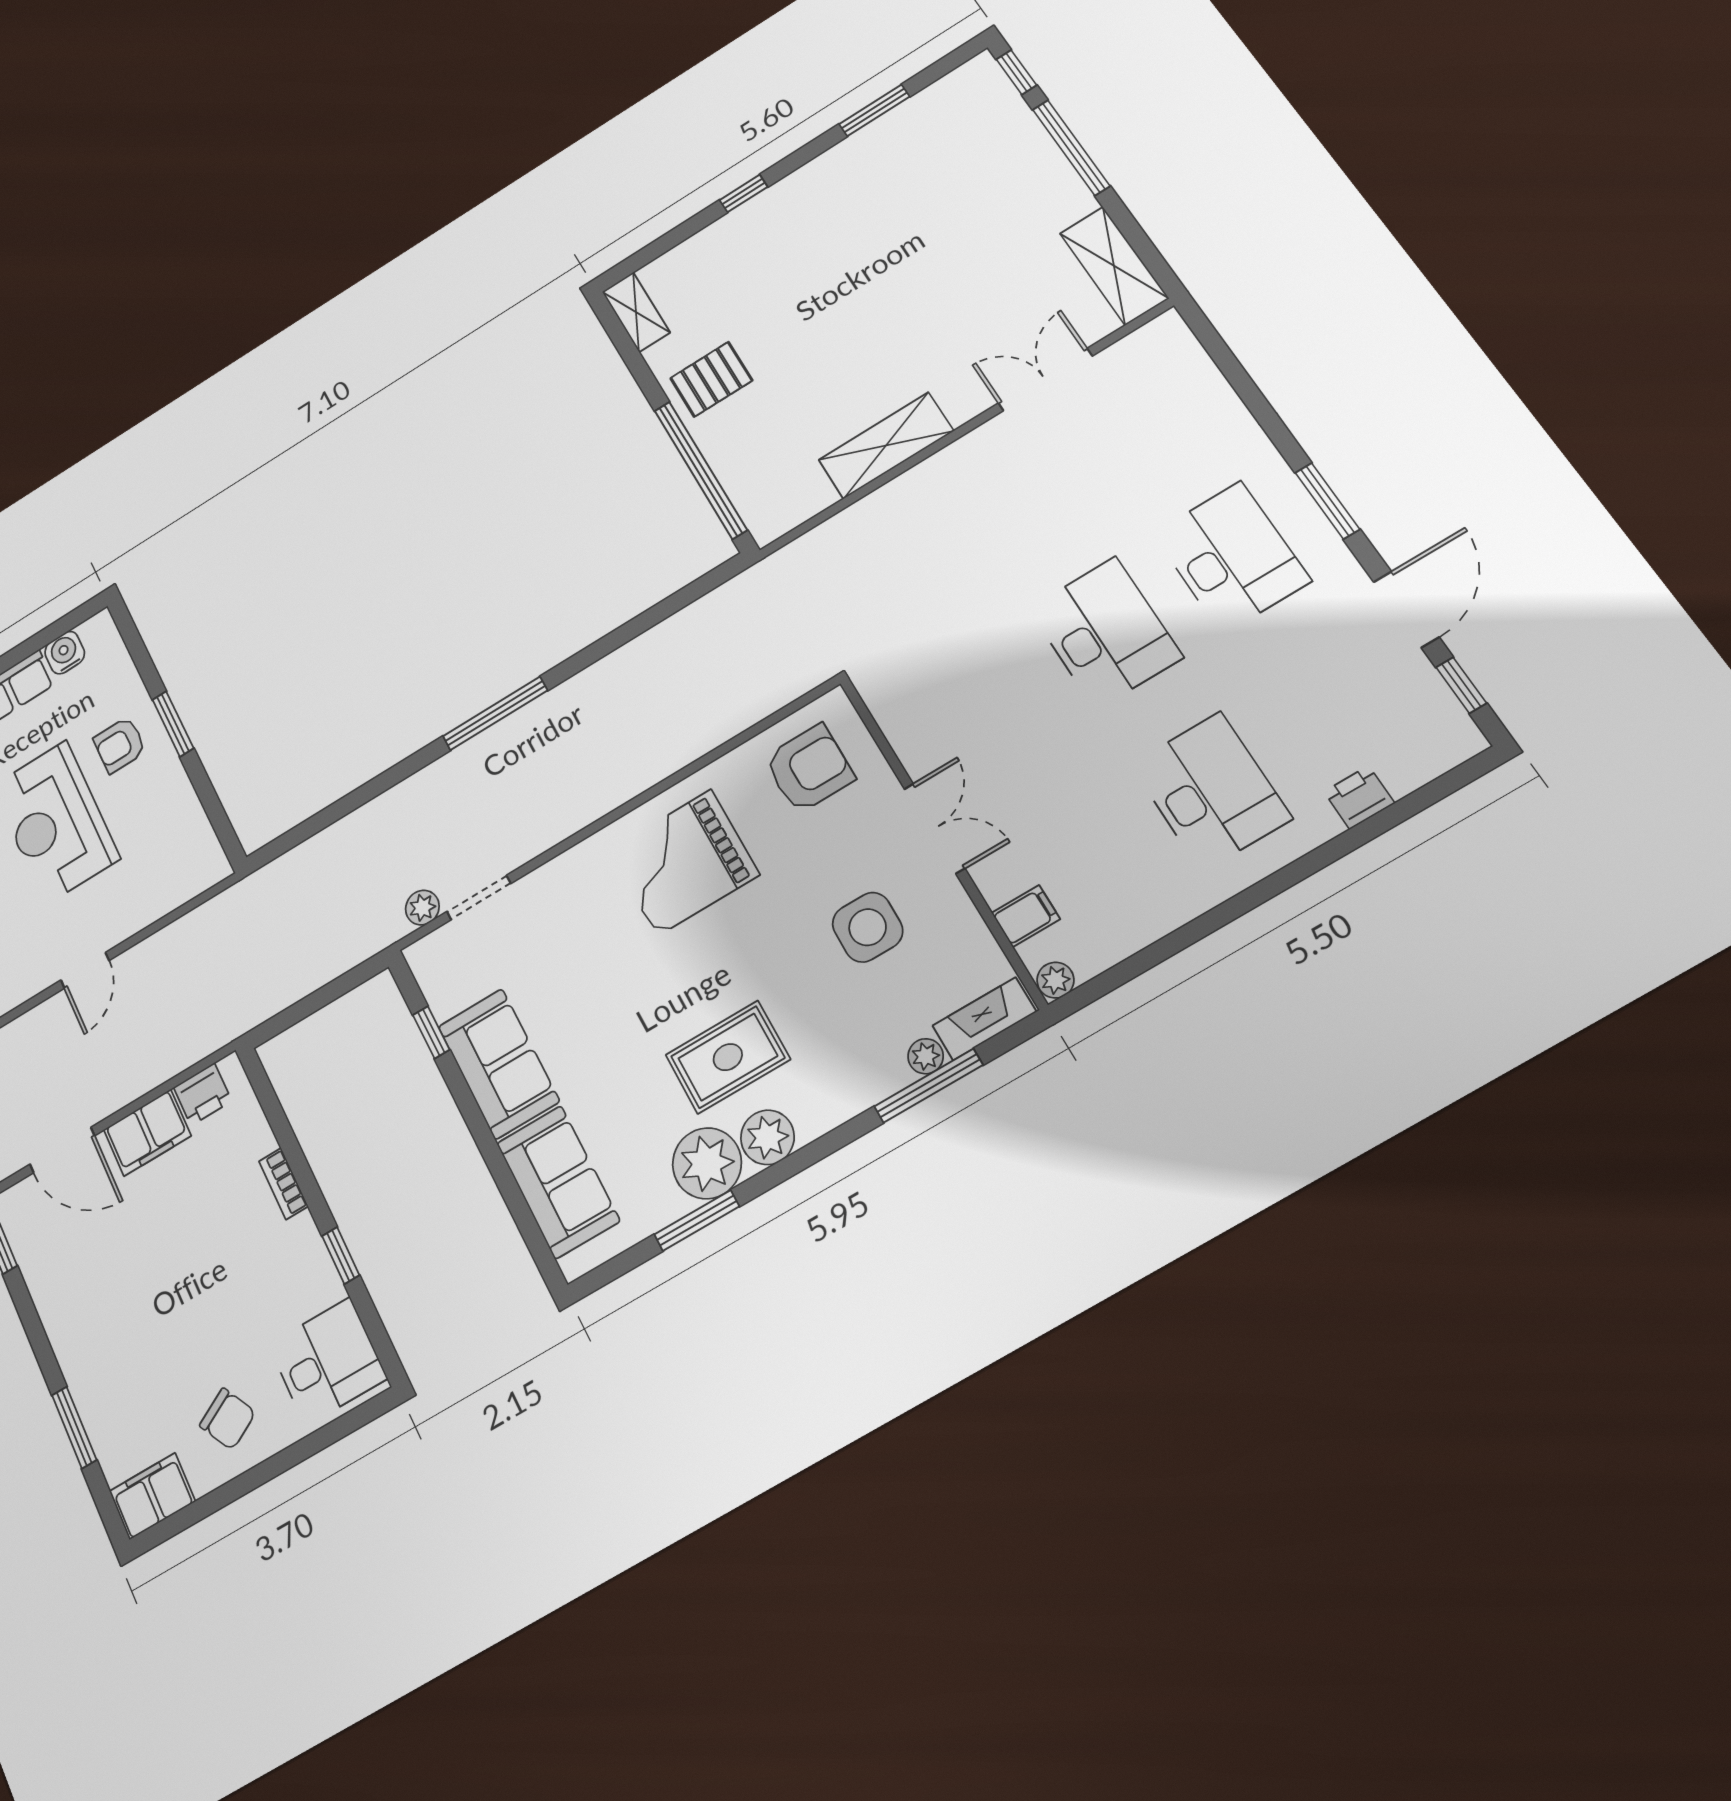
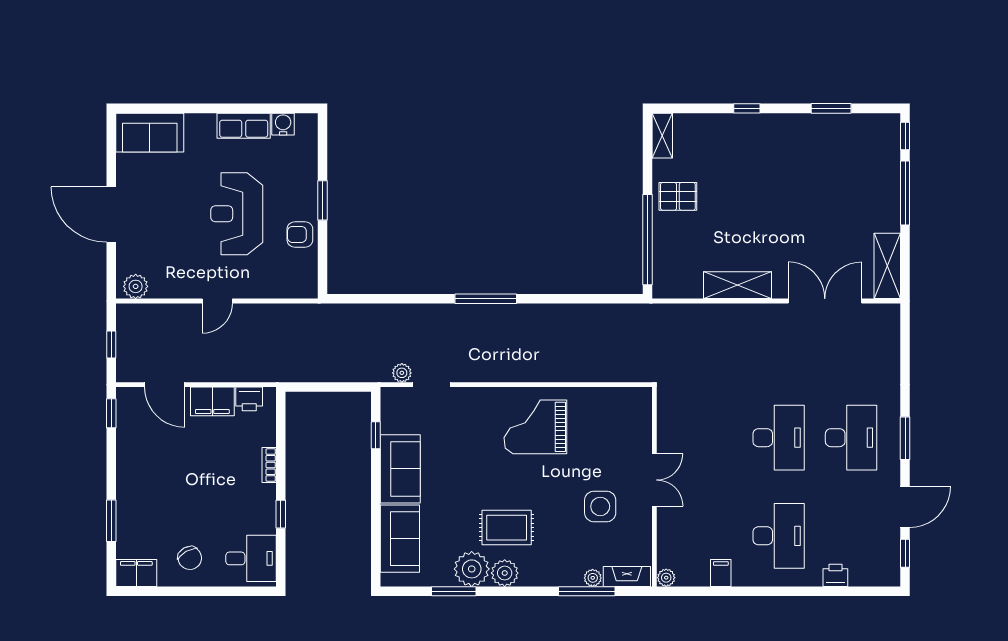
double door: (1045, 380) -> (825, 301), width x1.37
armchair: (120, 745) -> (300, 234), moved
armchair: (809, 769) -> (616, 418), removed
filing cabinet: (1026, 916) -> (721, 573), moved, turned -90

